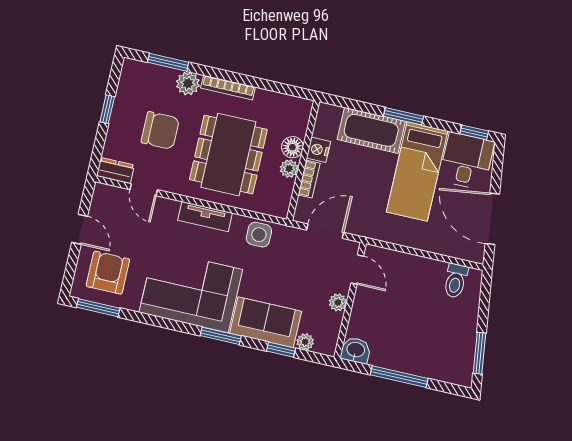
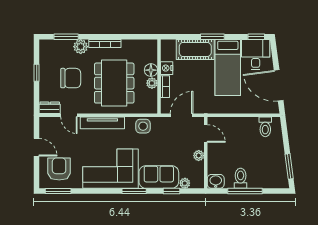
tv unit: (205, 217) -> (102, 123), width x1.41
toilet: (397, 354) -> (241, 178), added

